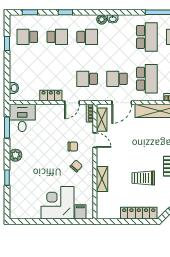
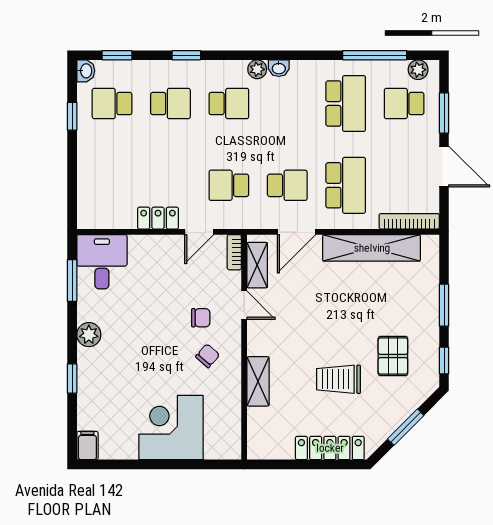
school desk: (117, 79) -> (287, 185), turned 180
washbasin: (14, 88) -> (86, 71), moved
filing cabinet: (80, 212) -> (87, 446), moved

